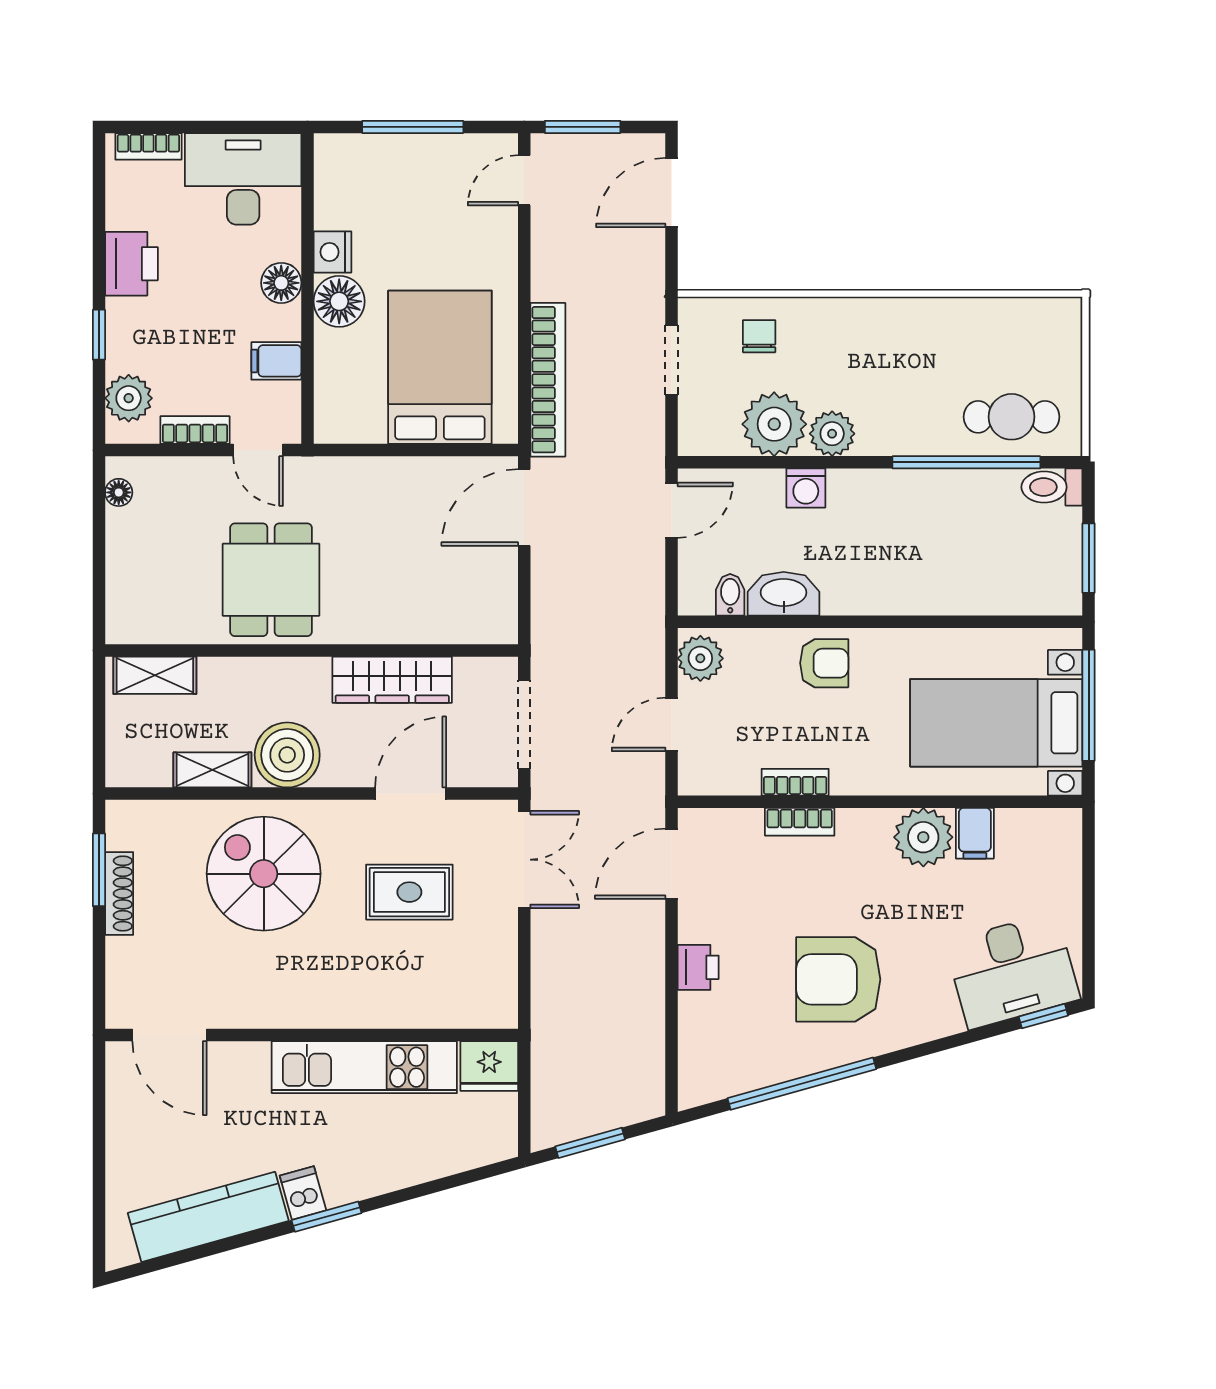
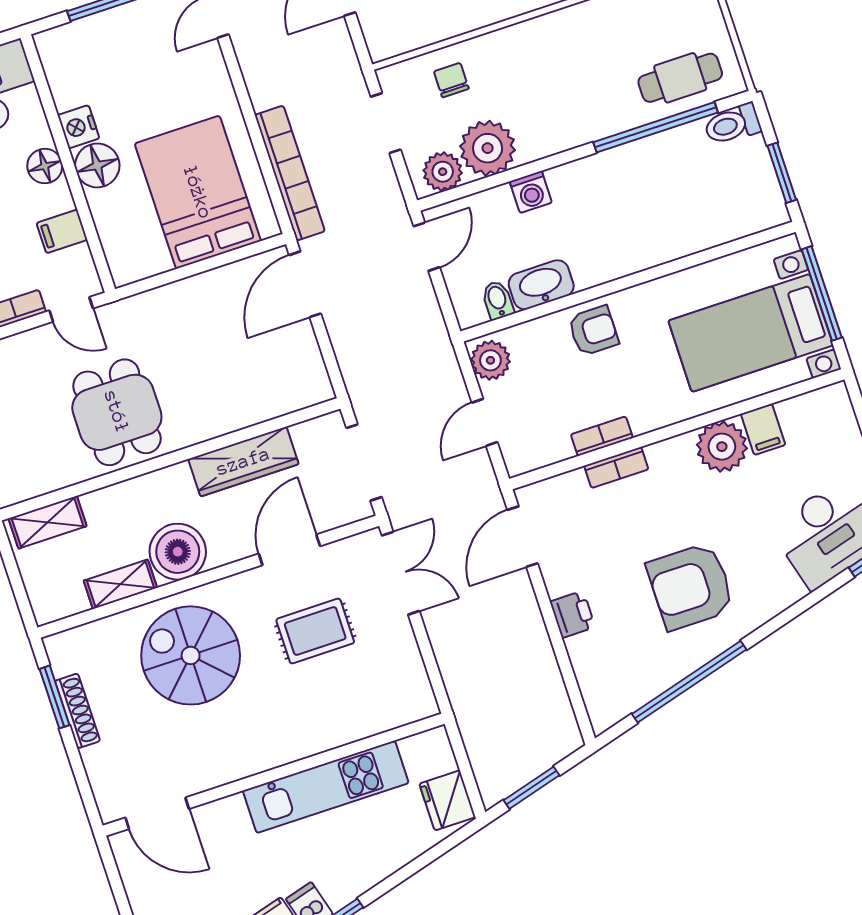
plant: (832, 434) -> (443, 172), moved
fridge: (489, 1066) -> (447, 800), moved, turned 90

